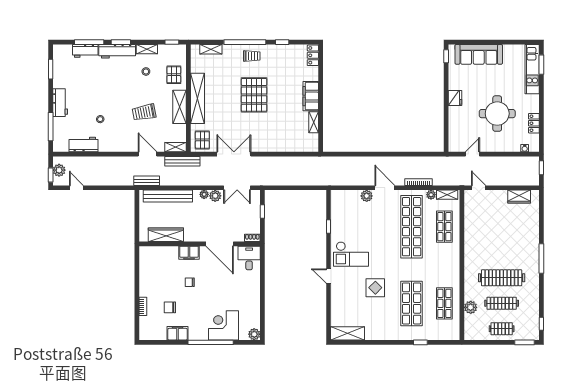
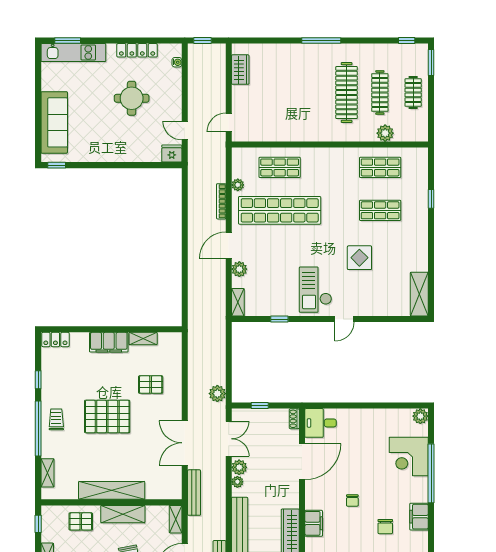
fridge: (455, 98) -> (172, 154), moved
round table: (497, 114) -> (132, 98), width x0.73, depth x0.73
locker: (534, 123) -> (137, 50), width x1.53
pallet: (202, 140) -> (151, 385), moved
bench: (182, 161) -> (194, 493), moved
plant: (272, 179) -> (217, 394), added
shelving: (447, 195) -> (238, 302), moved
filing cabinet: (189, 253) -> (314, 523), moved
checkout: (351, 254) -> (315, 290), turned 180
shop shelf: (412, 303) -> (380, 210), width x0.70, depth x0.74

